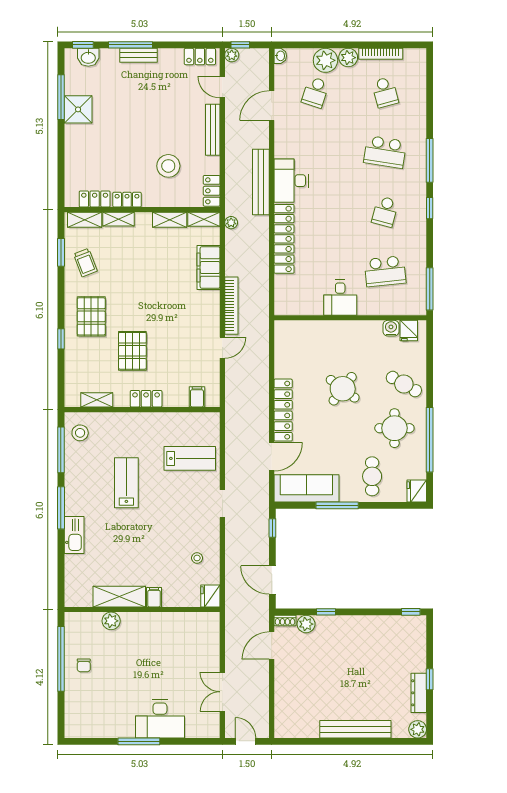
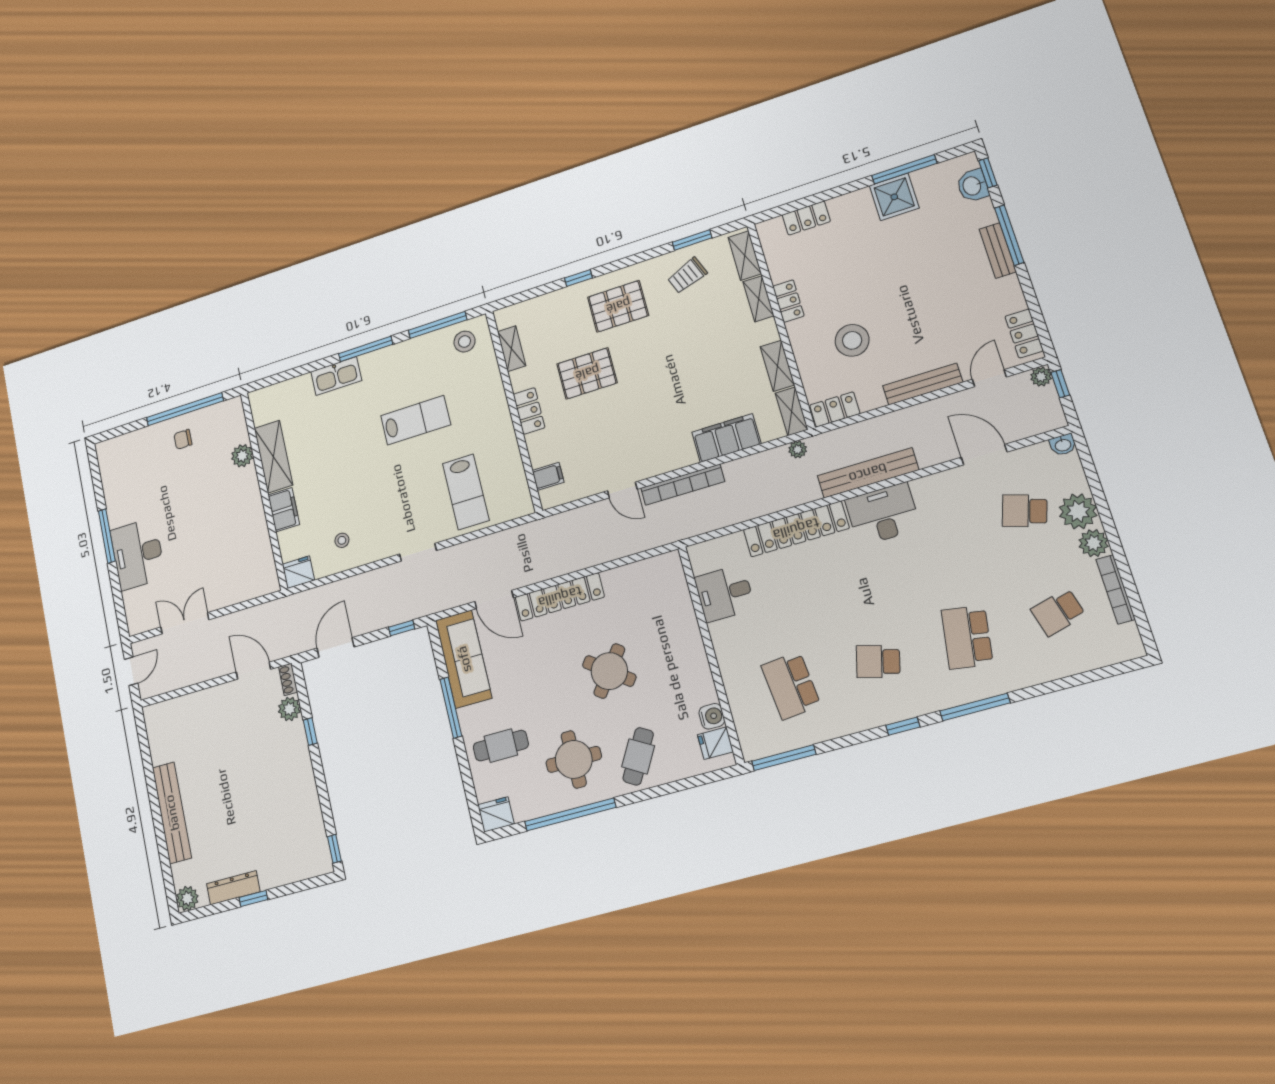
locker: (95, 199) -> (806, 218), moved, turned 90
desk: (340, 298) -> (725, 593), moved
filing cabinet: (154, 597) -> (284, 510), width x2.00

